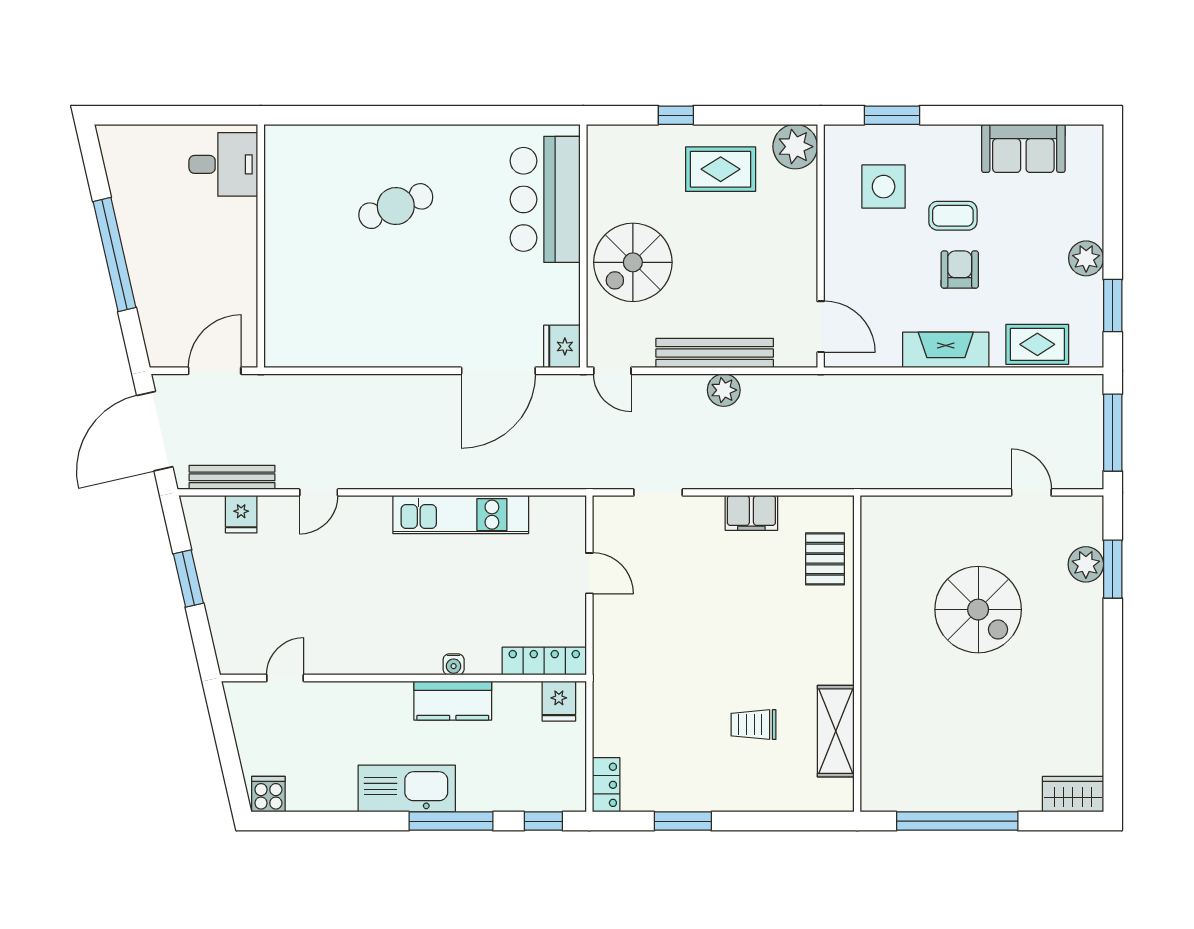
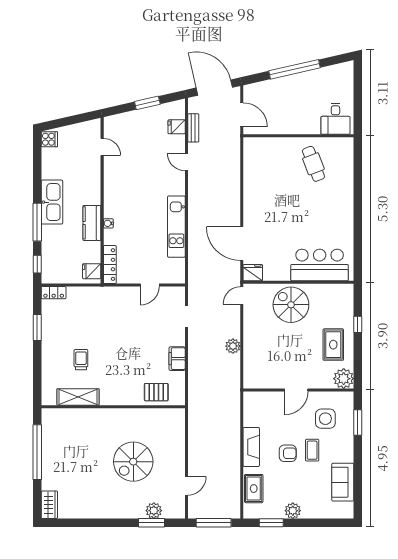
cafe table: (396, 206) -> (313, 164), moved
door: (821, 327) -> (296, 390), moved
bench: (715, 353) -> (250, 342), removed
bench: (232, 477) -> (193, 128), width x0.73

